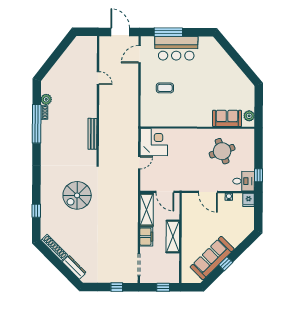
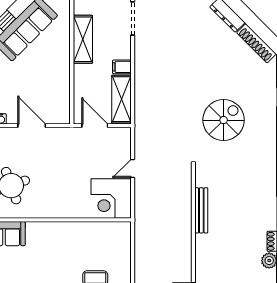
shelving: (173, 236) -> (83, 39), moved
filing cabinet: (146, 237) -> (122, 67), width x0.50

